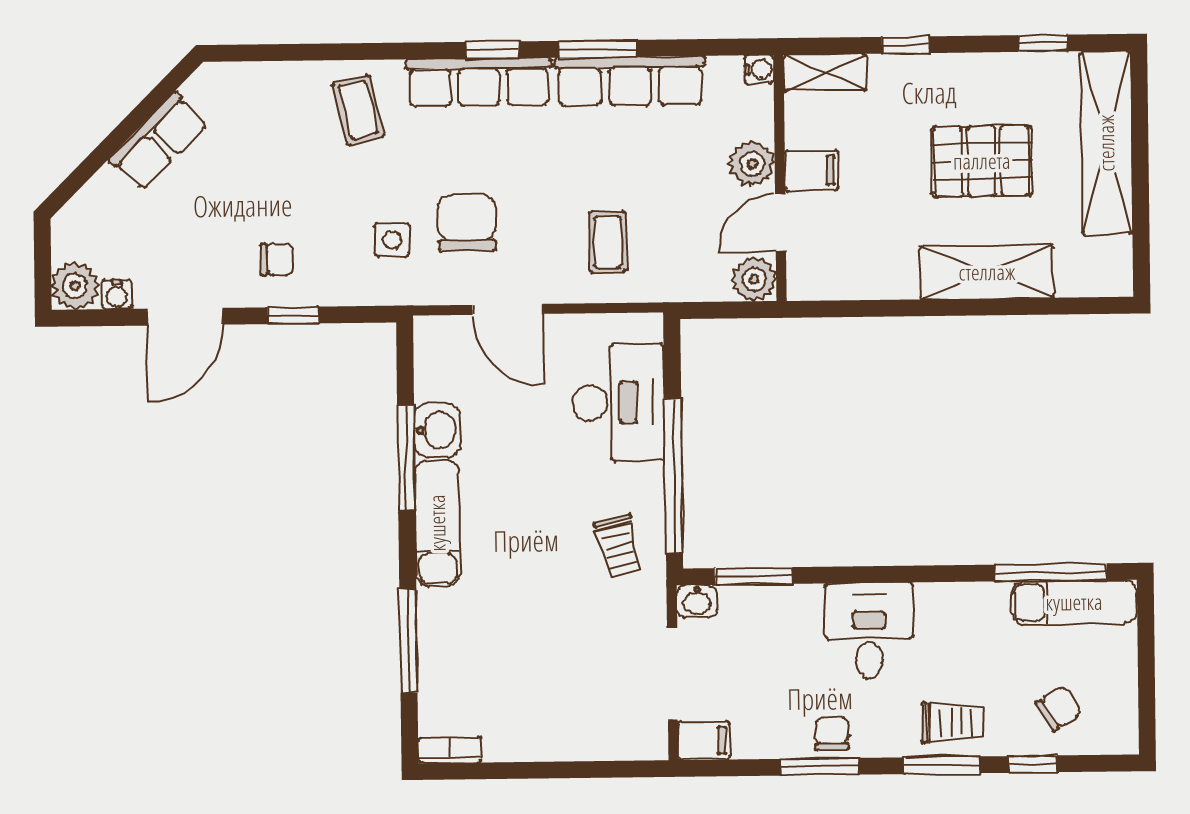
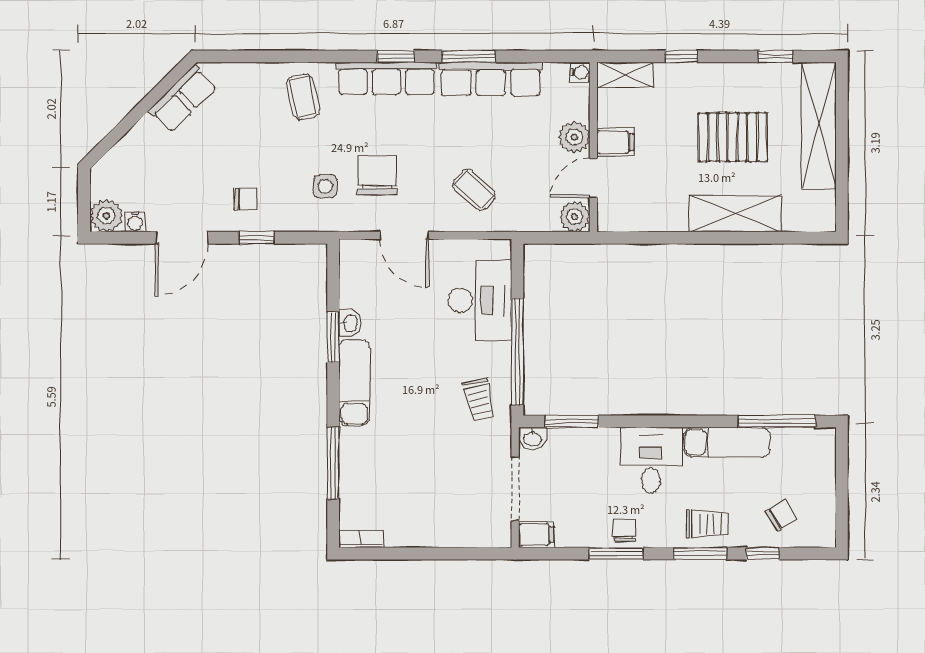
row of seats: (158, 141) -> (183, 99), moved
coffee table: (608, 242) -> (474, 190), turned -47
washbasin: (437, 430) -> (350, 323), width x0.72, depth x0.69
window: (406, 458) -> (333, 337), width x0.69
exam couch: (1074, 602) -> (727, 442), moved

